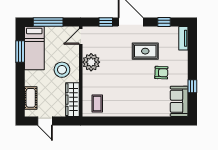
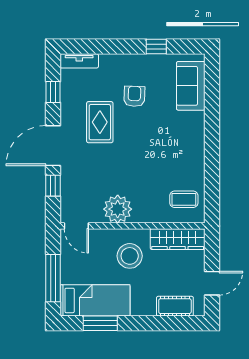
sofa: (179, 101) -> (191, 86), moved, turned 90

